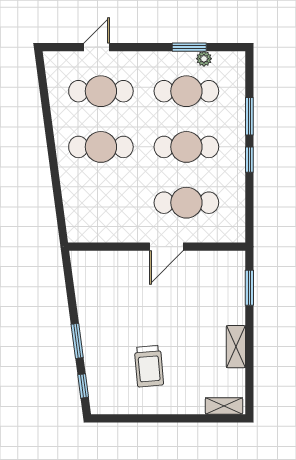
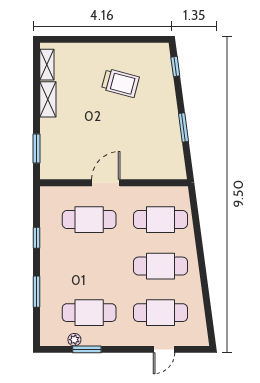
cafe table: (186, 147) -> (160, 220), moved
window: (249, 160) -> (36, 238), moved
window: (77, 341) -> (183, 127), moved
trolley: (149, 366) -> (120, 83), turned 110
shelving: (224, 406) -> (47, 65), moved, turned 90

